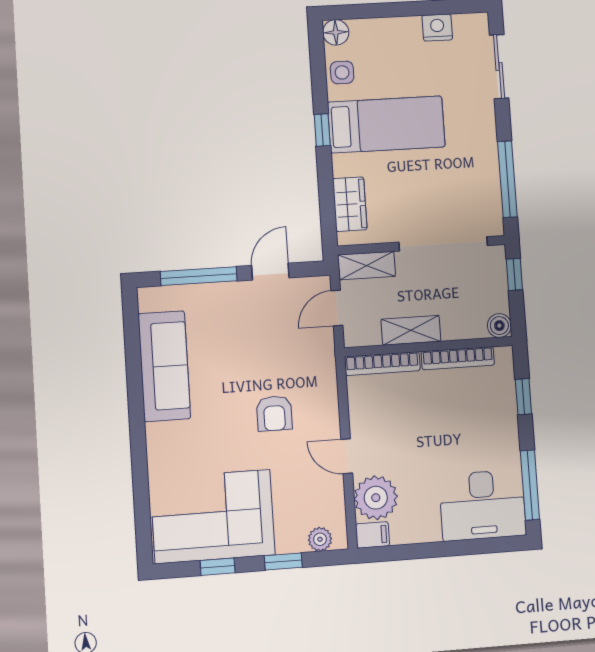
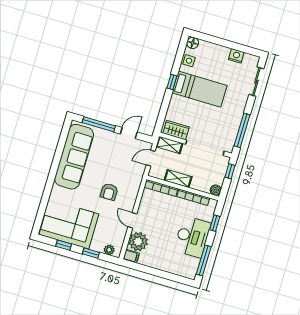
wardrobe: (350, 204) -> (176, 130), moved, turned -90
sofa: (164, 366) -> (74, 157), width x1.36, depth x1.27
desk: (483, 505) -> (192, 237), moved, turned -90

